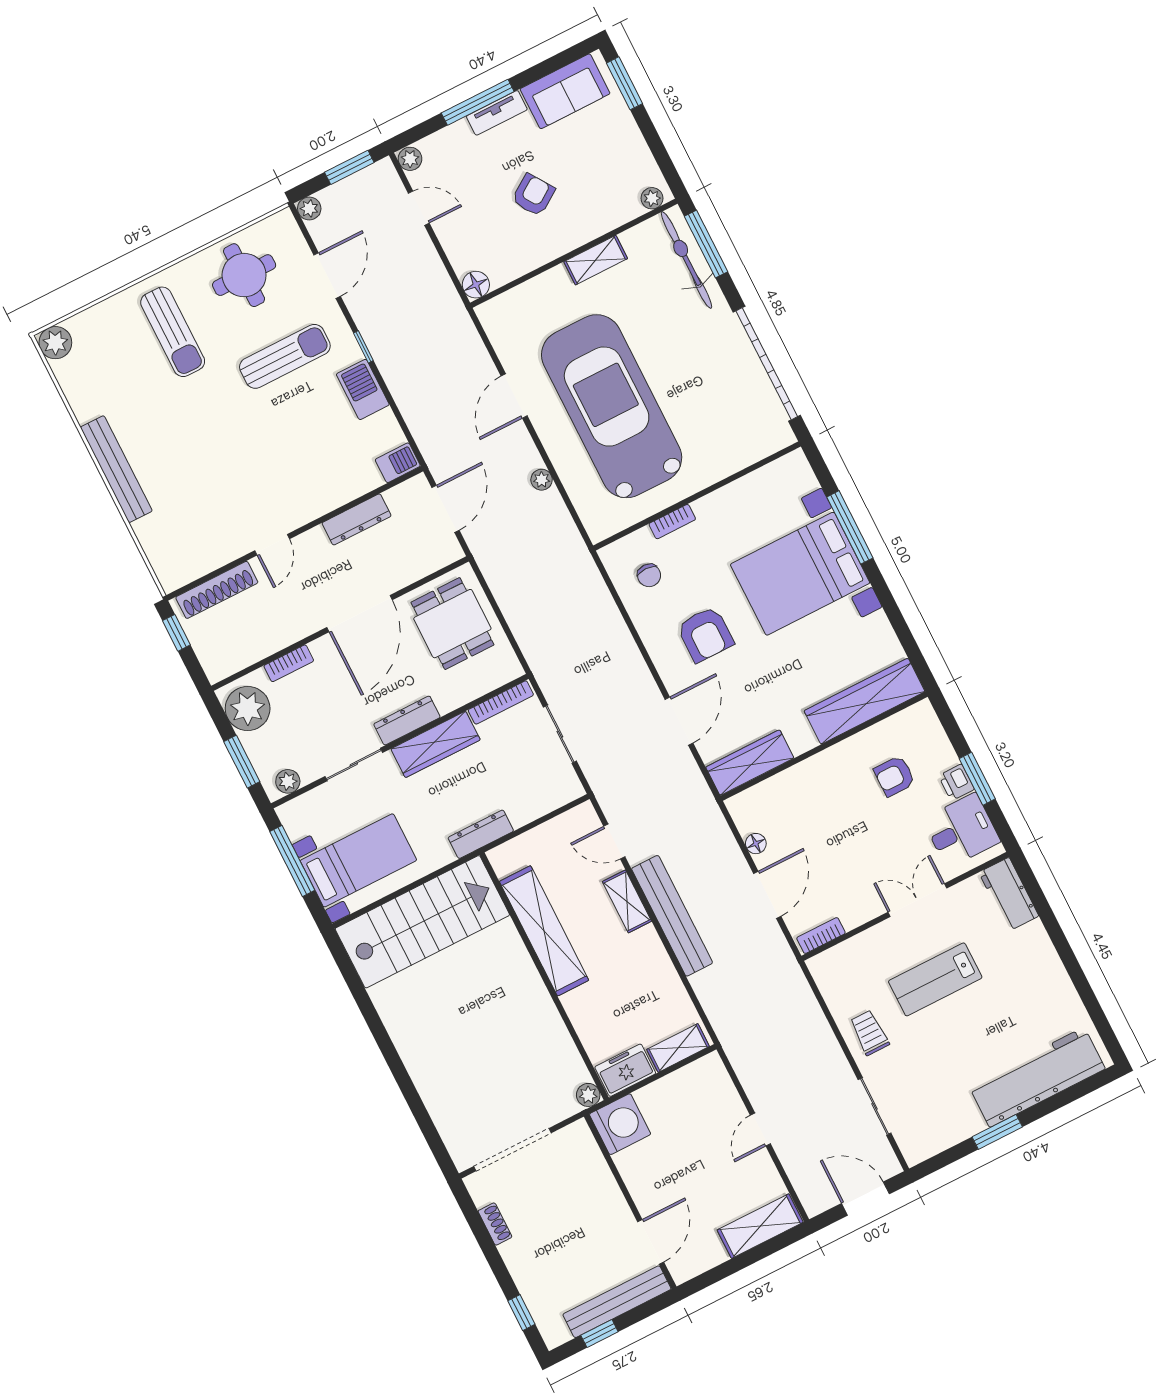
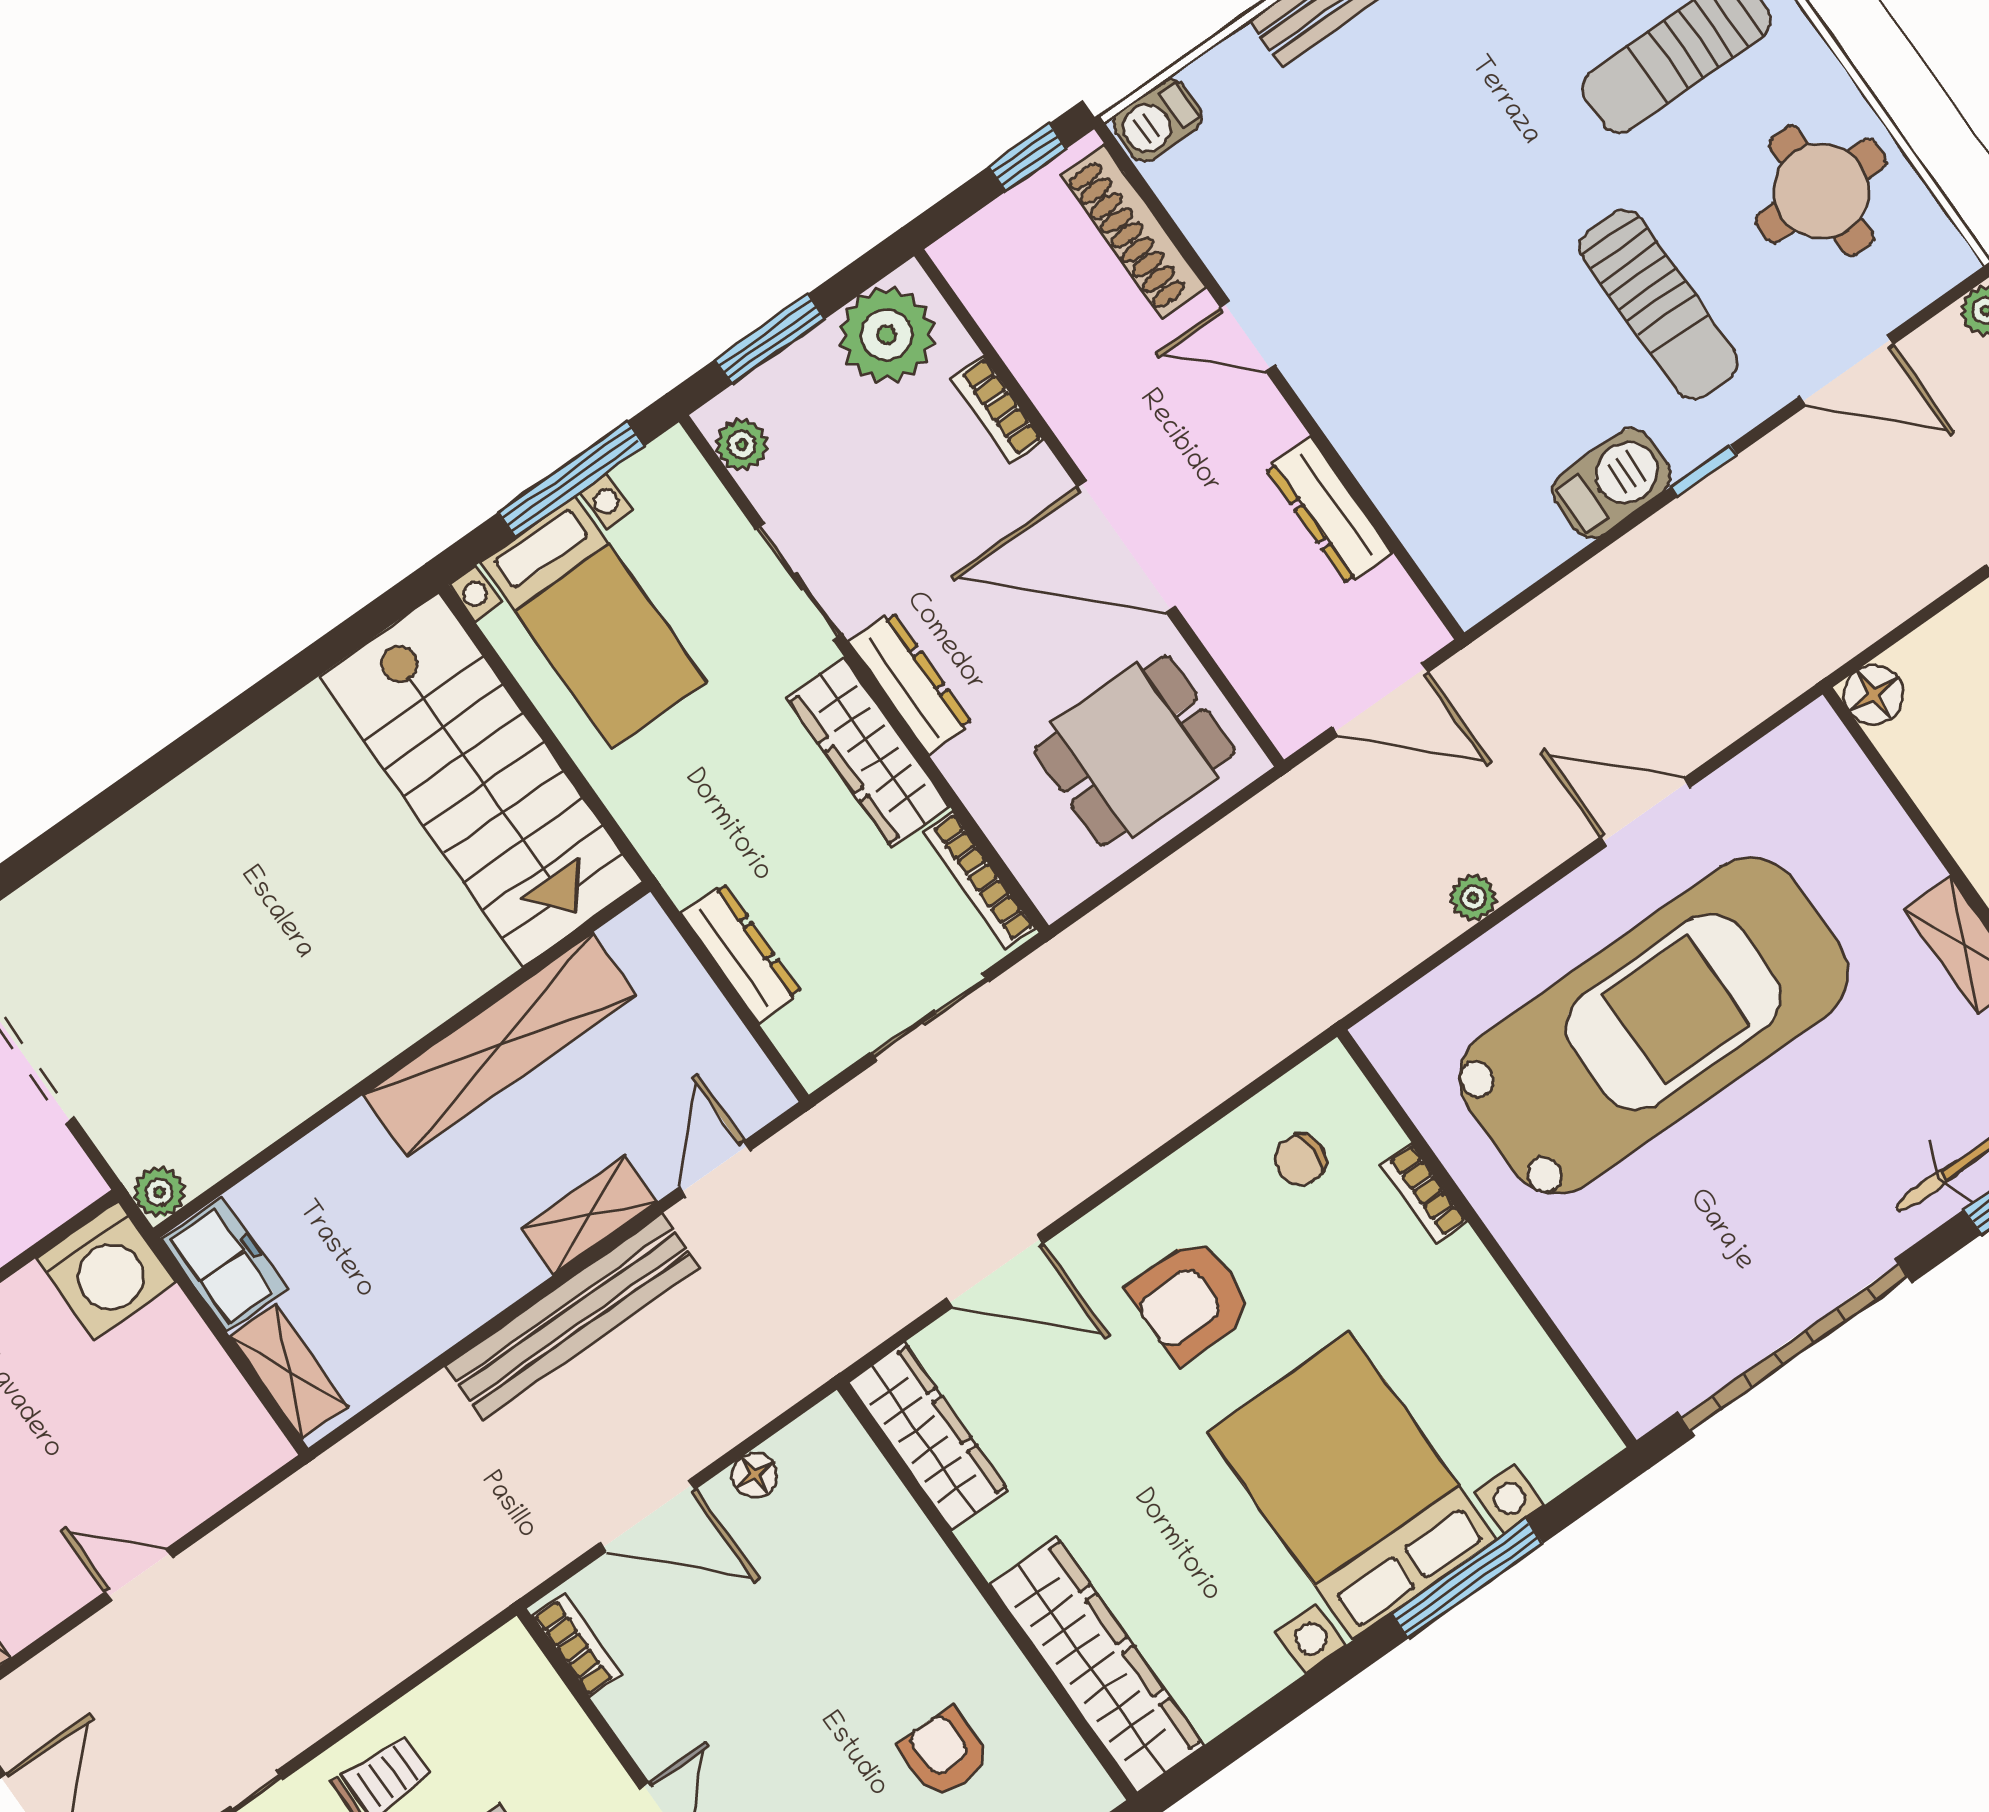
barbecue: (398, 463) -> (1157, 120), moved, turned 90
dresser: (481, 834) -> (741, 953), moved

